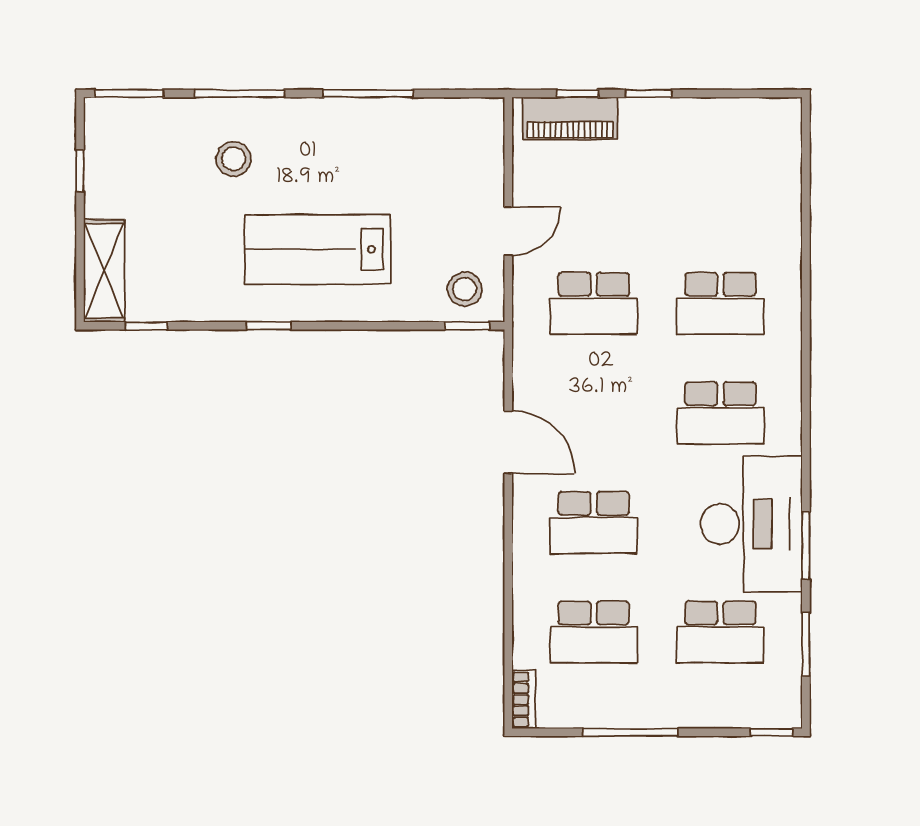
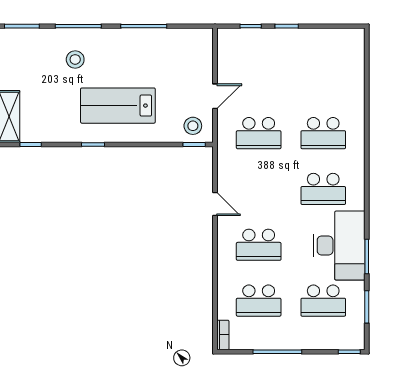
piano: (570, 118) -> (247, 39), removed
door: (508, 442) -> (215, 204), width x0.73

